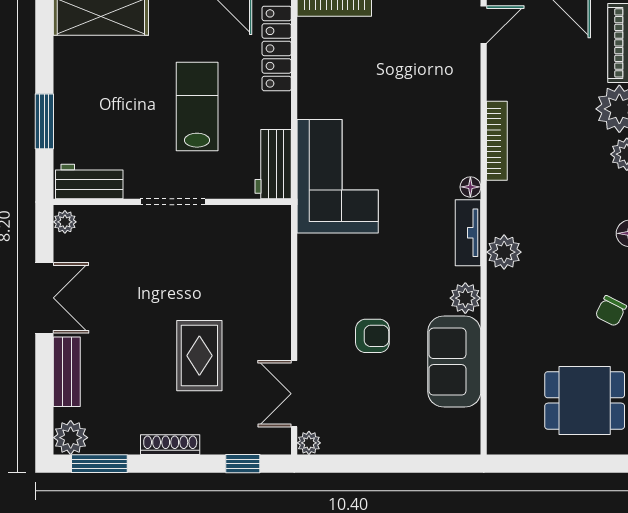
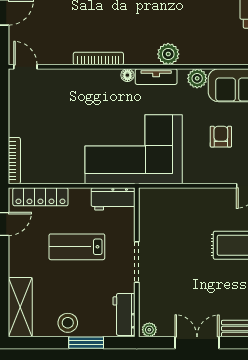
stool: (76, 92) -> (68, 323), added
corner sofa: (338, 176) -> (134, 149), width x1.36, depth x1.36

